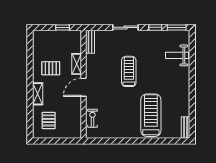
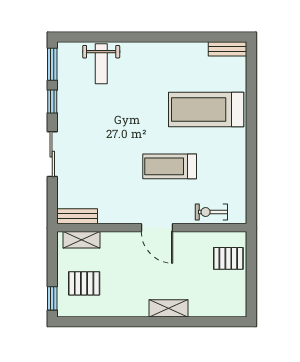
window: (62, 27) -> (52, 298), moved
shelving: (77, 64) -> (82, 240), moved
pallet: (51, 68) -> (84, 283), moved, turned 90
treadmill: (129, 71) -> (170, 166), moved
pallet: (49, 120) -> (228, 258), moved

